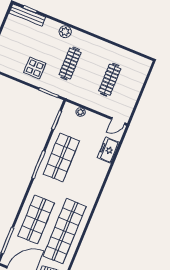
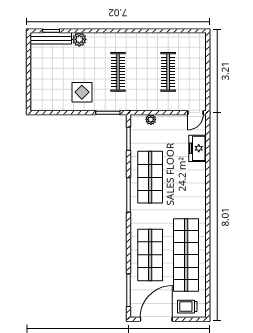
plant: (65, 32) -> (79, 39), moved

